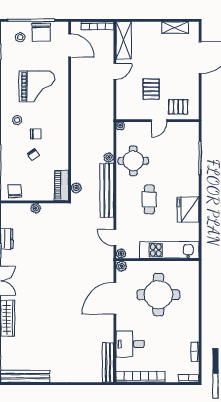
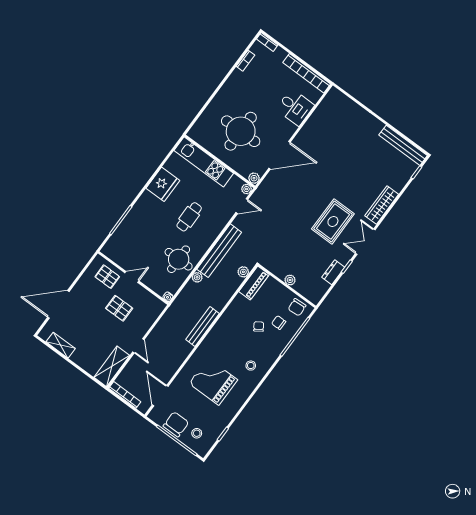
door: (115, 71) -> (138, 346), swing flipped
pallet: (151, 89) -> (119, 308), turned 90
chair: (36, 134) -> (279, 323), moved
door: (115, 238) -> (242, 206), hinge flipped
rug: (36, 278) -> (333, 221), added
bench: (108, 363) -> (202, 326), moved

